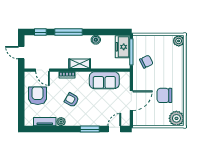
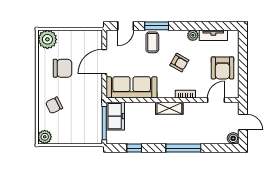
window: (40, 32) -> (134, 148), moved
boiler: (96, 40) -> (233, 138), moved
freezer: (123, 47) -> (115, 116), moved
chair: (146, 62) -> (54, 105), moved
door: (43, 70) -> (216, 100), hinge flipped
sofa: (104, 80) -> (132, 87), width x1.36
coffee table: (93, 116) -> (152, 42), added

